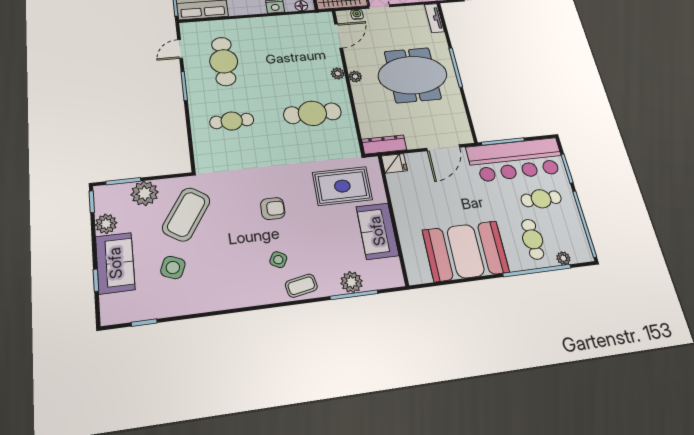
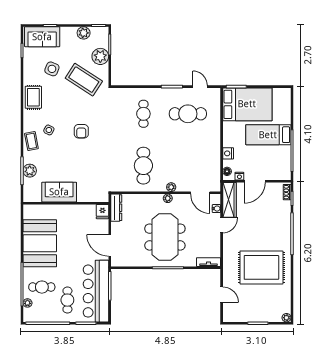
rug: (342, 186) -> (33, 97), moved, width x0.73, depth x0.70
sofa: (115, 263) -> (42, 37), moved

